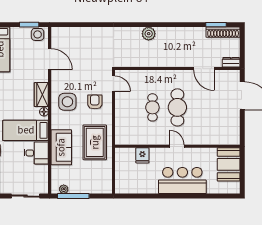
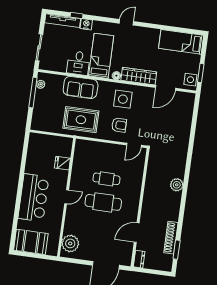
shoe rack: (223, 32) -> (171, 238), moved
wardrobe: (41, 95) -> (139, 76), width x1.50
plant: (225, 136) -> (70, 243), added
booth: (229, 164) -> (31, 242), moved

